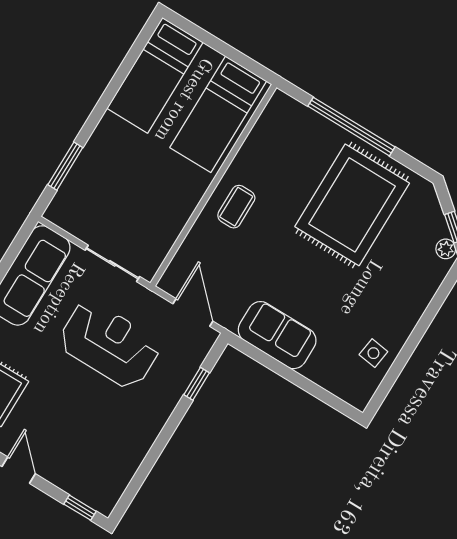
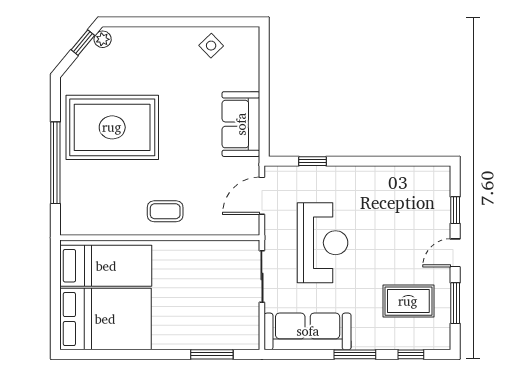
bed: (155, 75) -> (105, 319), width x1.50
reception desk: (109, 344) -> (322, 243), turned 180
side table: (373, 353) -> (211, 46), turned 38
window: (80, 508) -> (455, 210), moved

